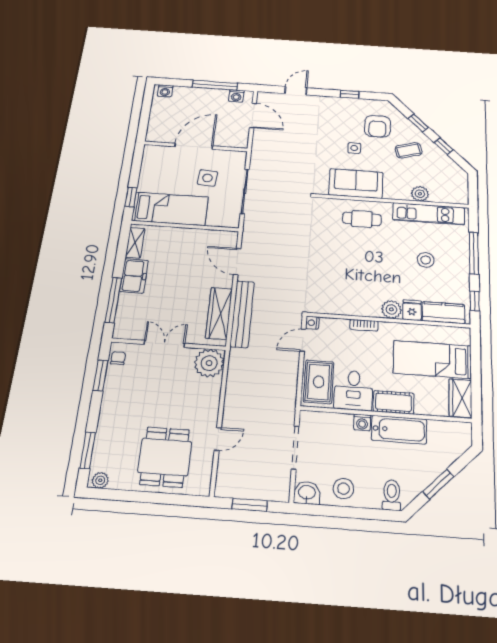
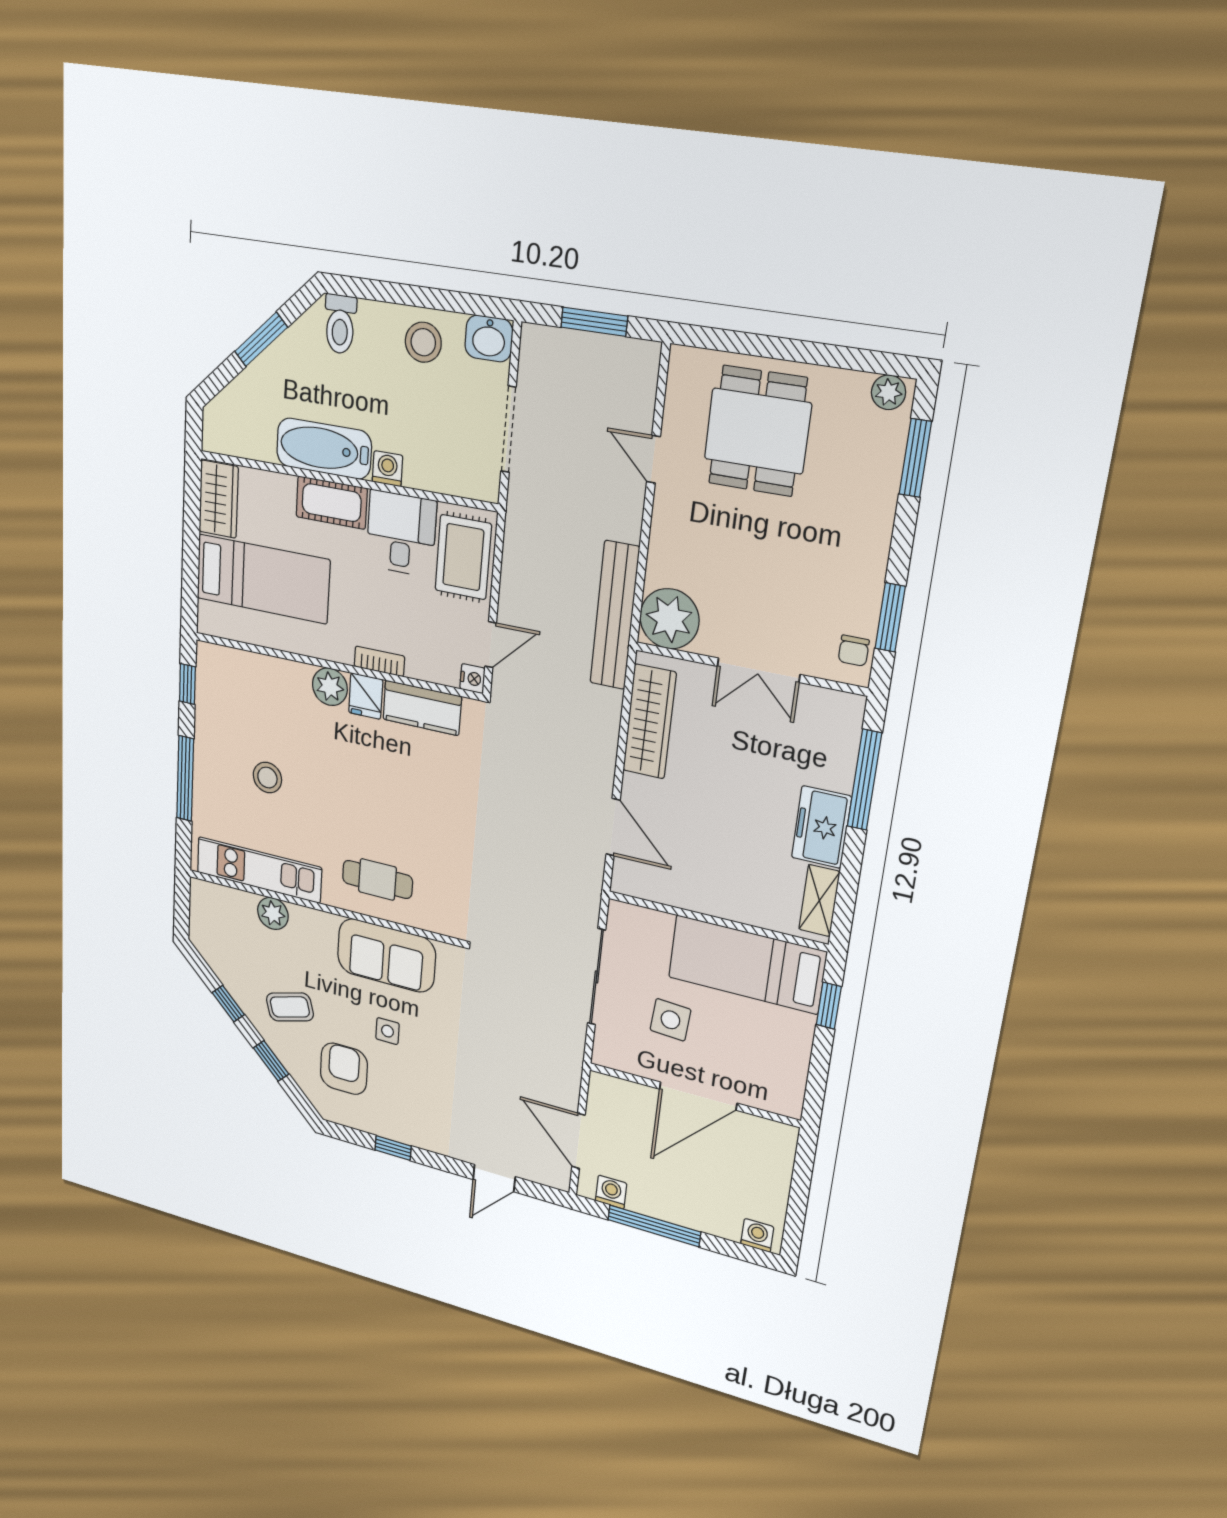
fridge: (412, 310) -> (366, 696), moved
kitchen counter: (444, 313) -> (422, 708), moved
bench: (242, 314) -> (615, 615), moved
door: (218, 439) -> (653, 459), hinge flipped

